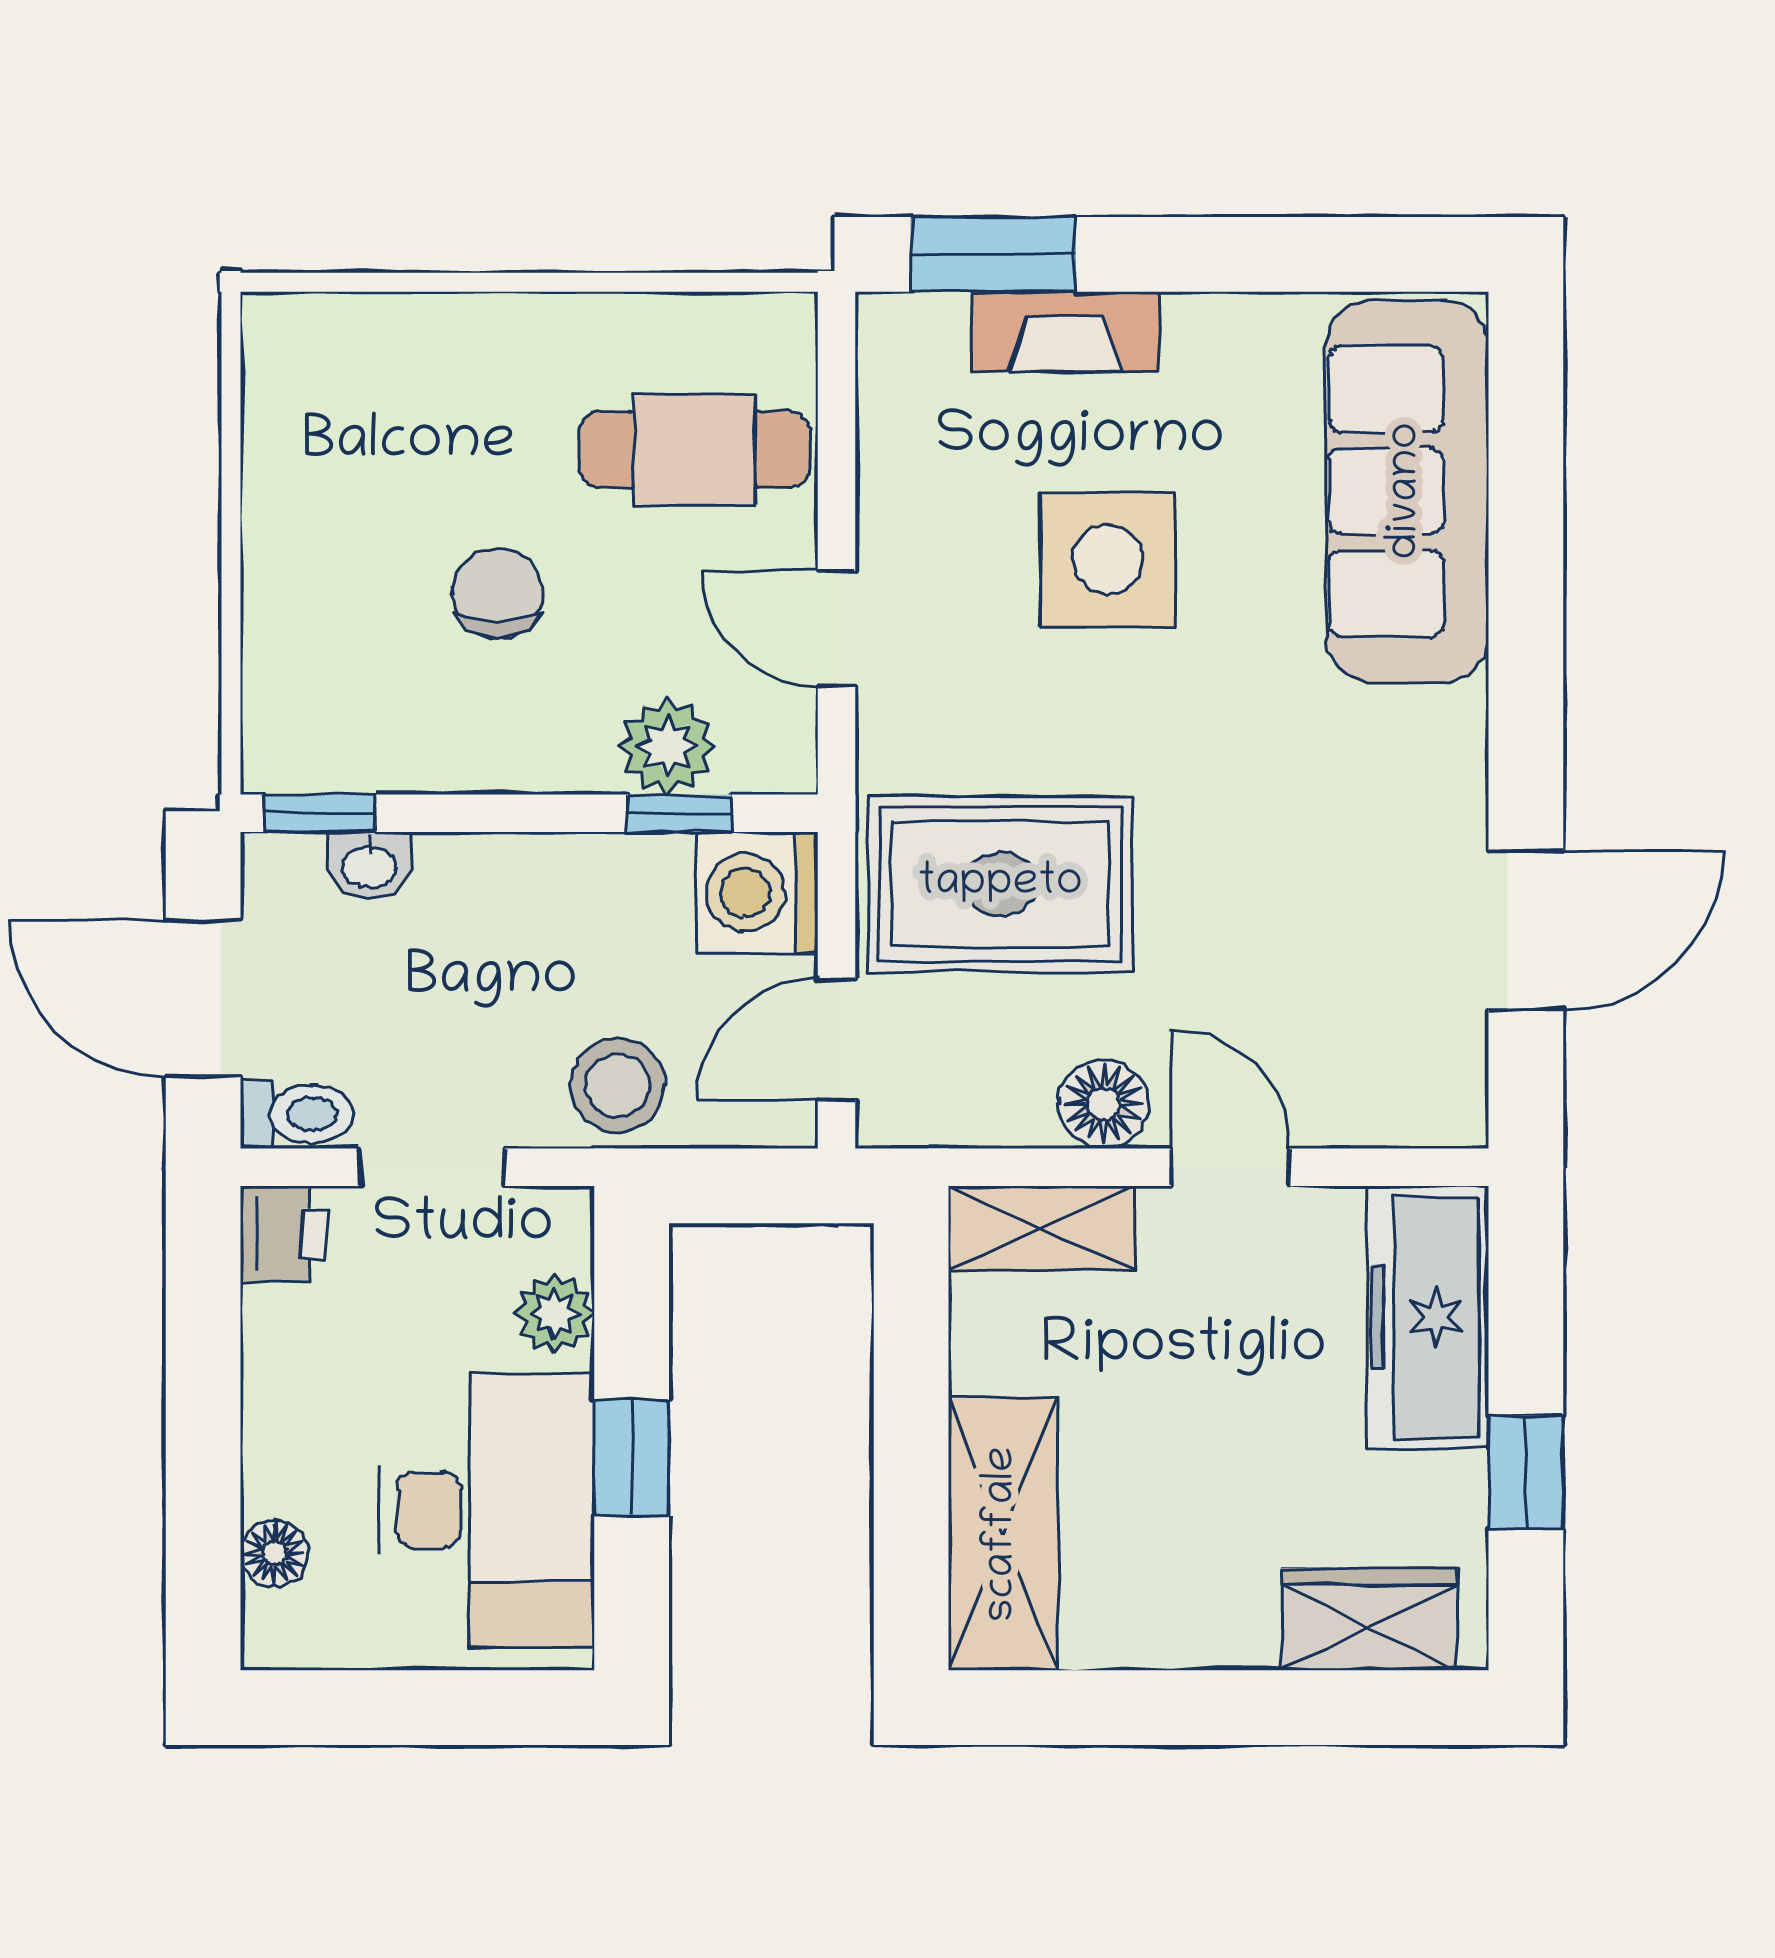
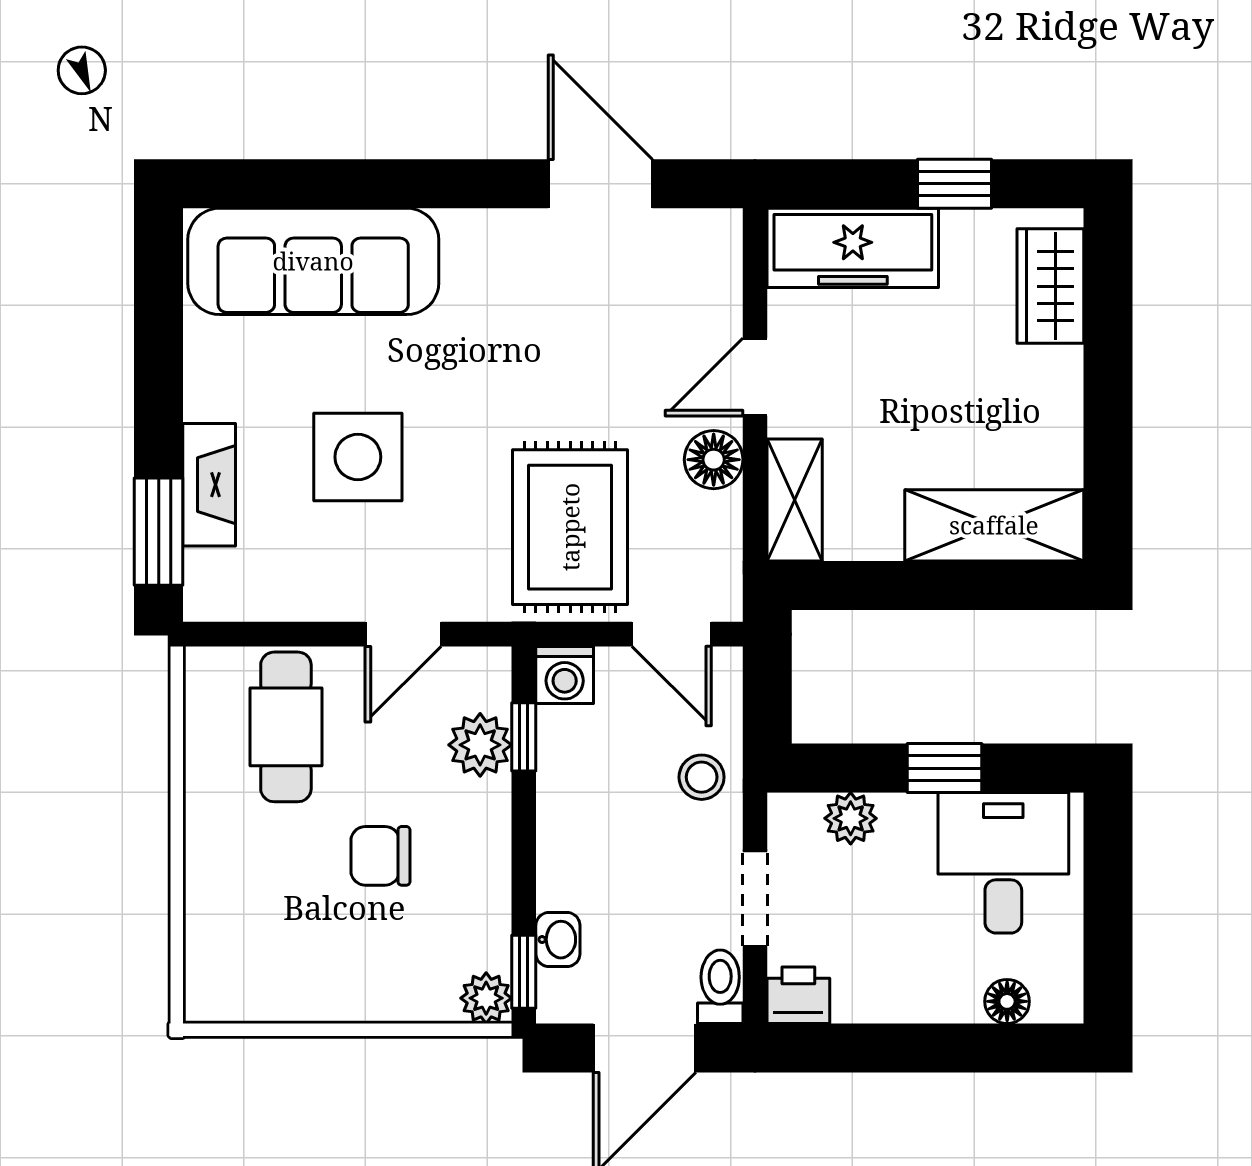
plant: (279, 756) -> (486, 998), added
washing machine: (757, 893) -> (565, 675), width x0.73, depth x0.73
stool: (618, 1086) -> (702, 777), width x0.73, depth x0.73
desk: (487, 1510) -> (1003, 863), width x0.73

